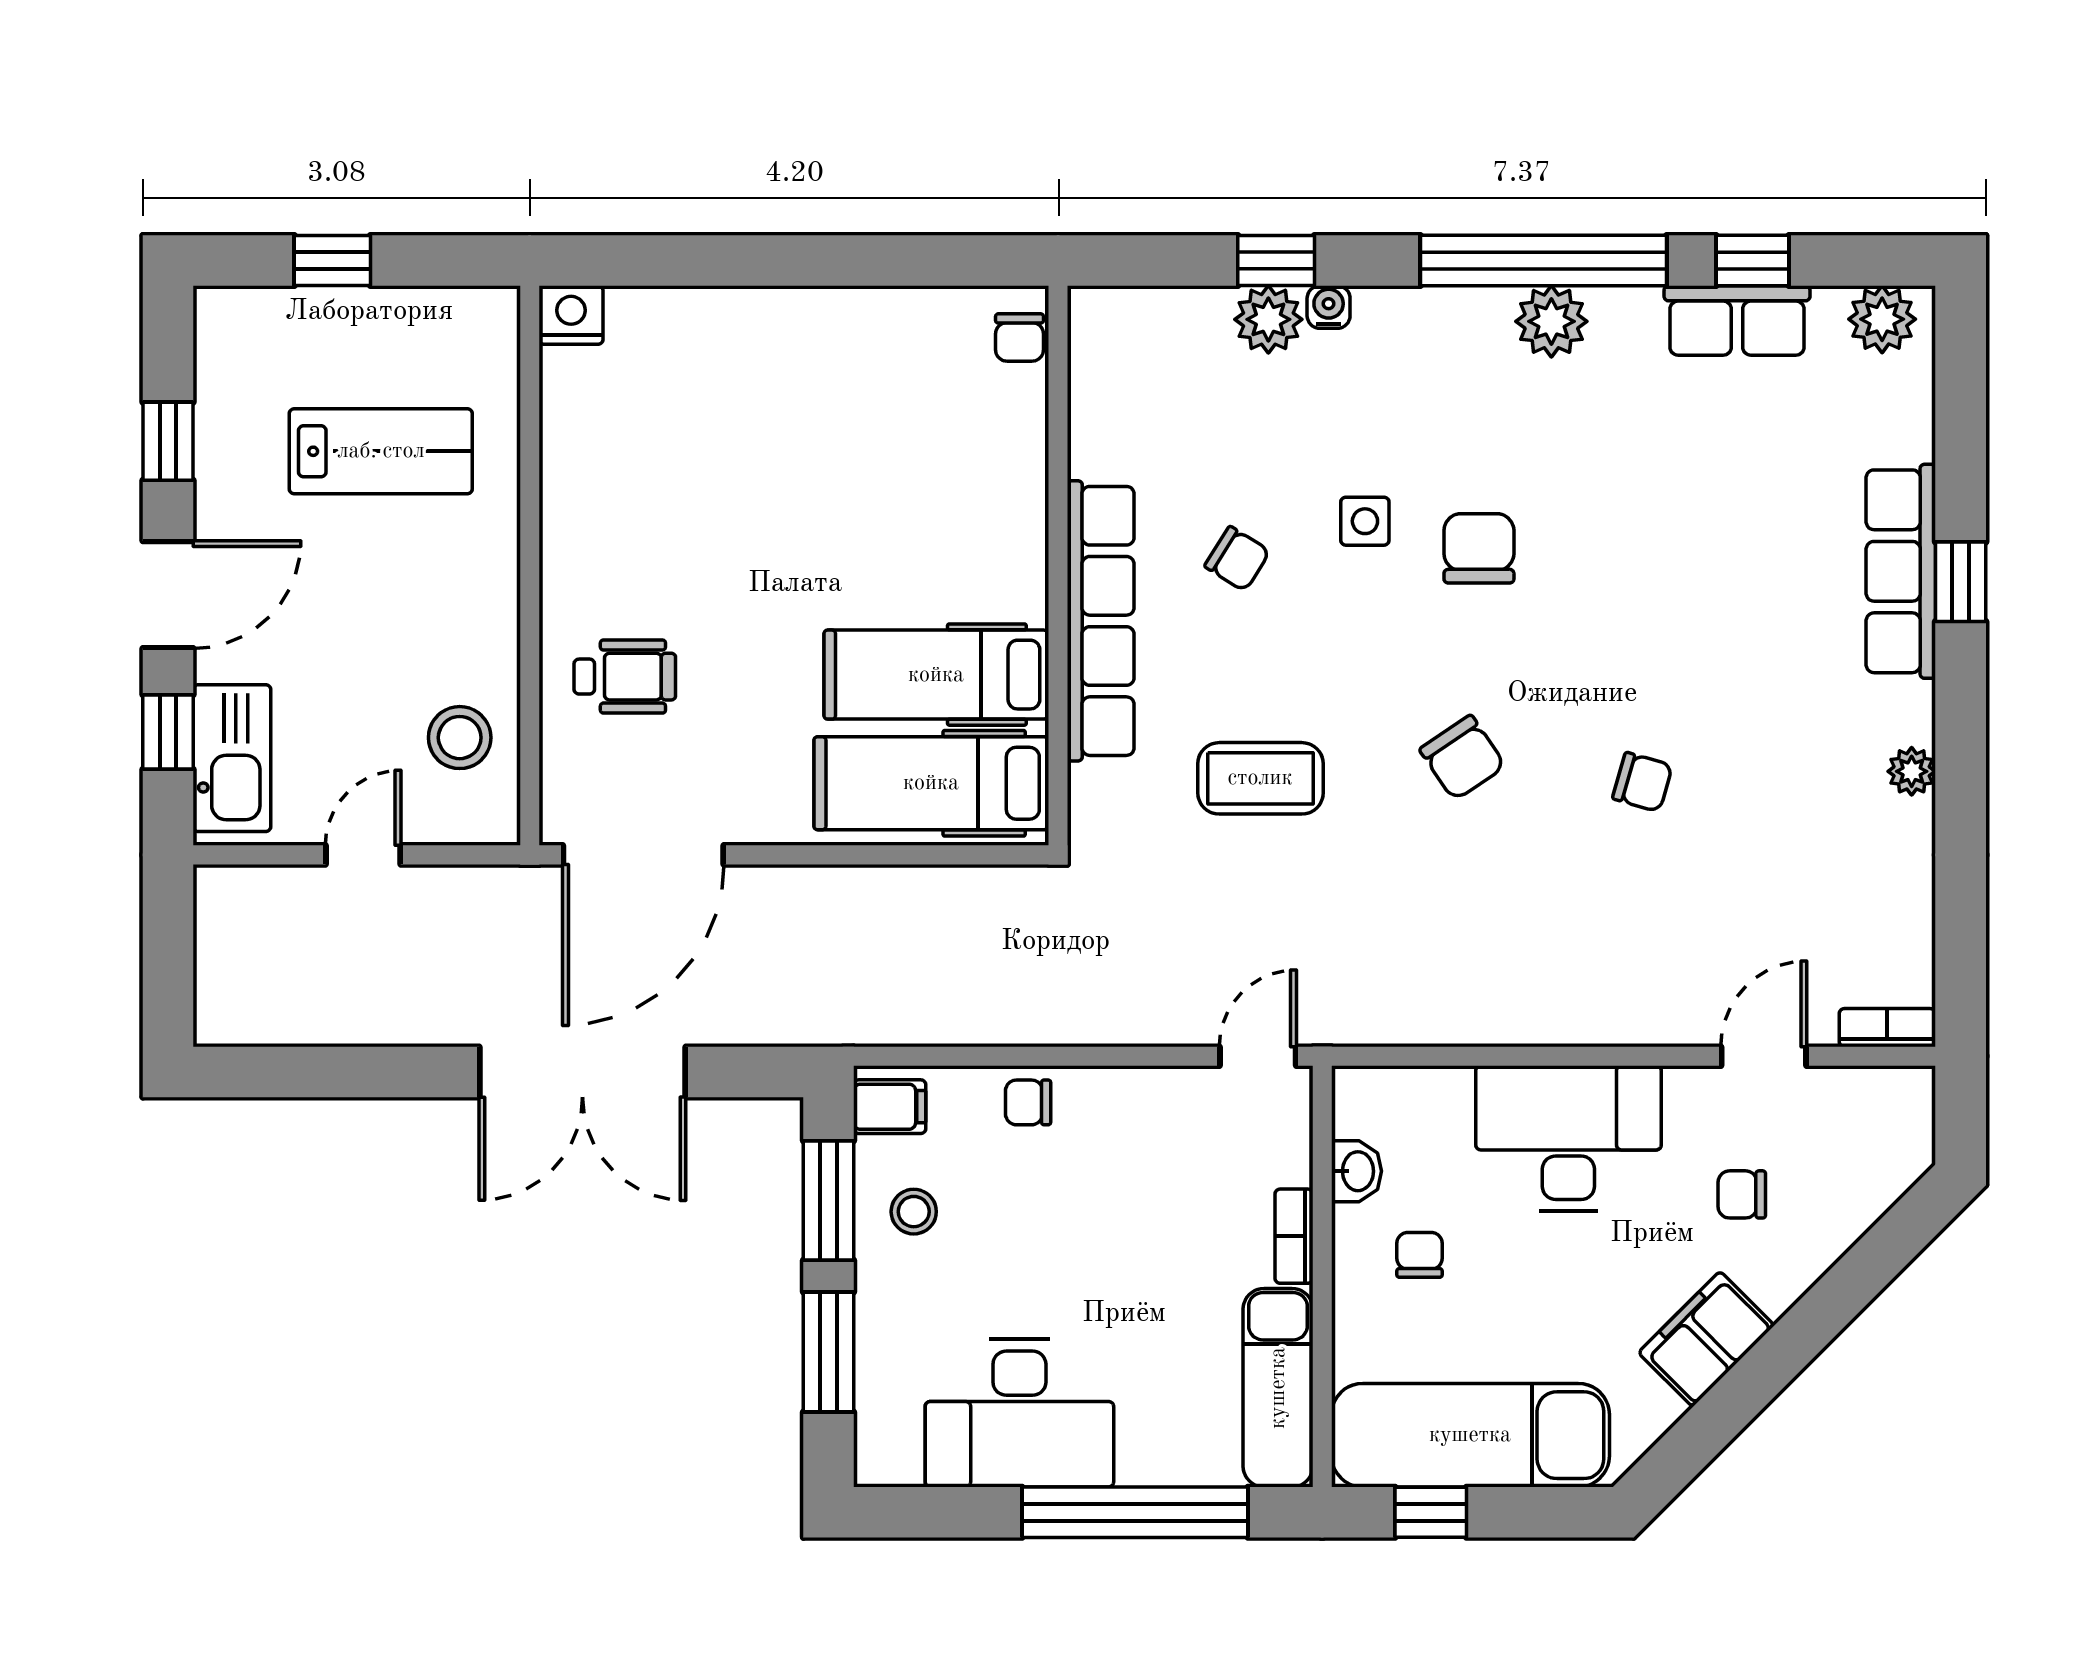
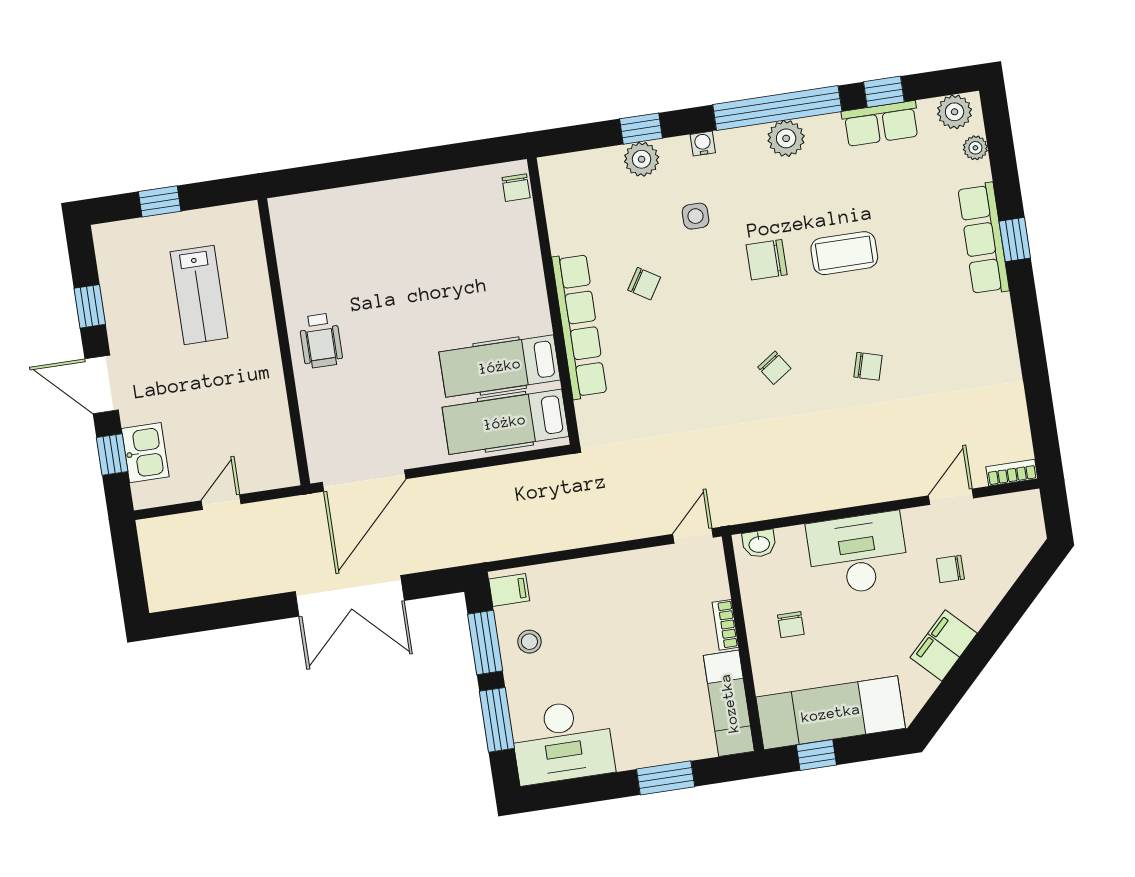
water cooler: (1329, 307) -> (703, 144), moved
nightstand: (571, 315) -> (286, 211), removed
lab bench: (381, 451) -> (199, 295), turned 90
side table: (1365, 521) -> (696, 216), moved
chair: (1479, 548) -> (767, 260), turned -90
door: (168, 595) -> (102, 384), swing flipped
wheelchair: (625, 677) -> (321, 340), moved, turned 90
stool: (460, 738) -> (261, 435), removed
kitchen sink: (232, 758) -> (145, 453), width x0.73
chair: (1463, 758) -> (774, 368), width x0.73, depth x0.73
plant: (1912, 771) -> (975, 148), moved
coffee table: (1260, 778) -> (844, 253), moved
chair: (1028, 1102) -> (579, 577), removed
washbasin: (1356, 1171) -> (759, 544), moved, turned 90
chair: (1420, 1255) -> (791, 625), turned 180
desk: (1019, 1413) -> (562, 742), moved
window: (1135, 1512) -> (666, 778), width x0.47

